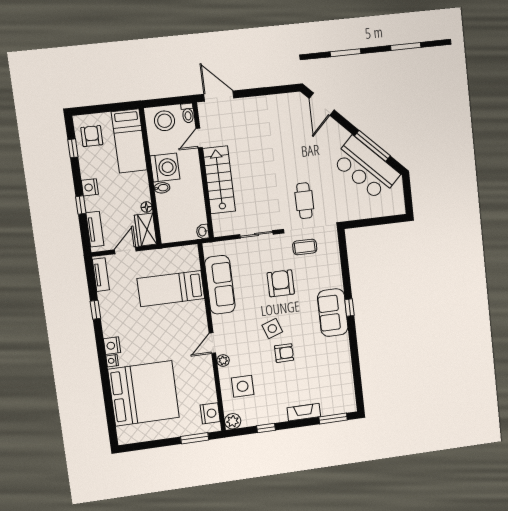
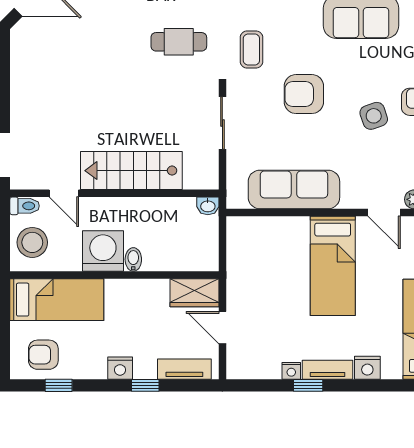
floor lamp: (146, 207) -> (160, 287), removed
tv unit: (101, 275) -> (328, 370), moved
bed: (171, 289) -> (333, 266), moved
nightstand: (112, 361) -> (291, 371), moved

